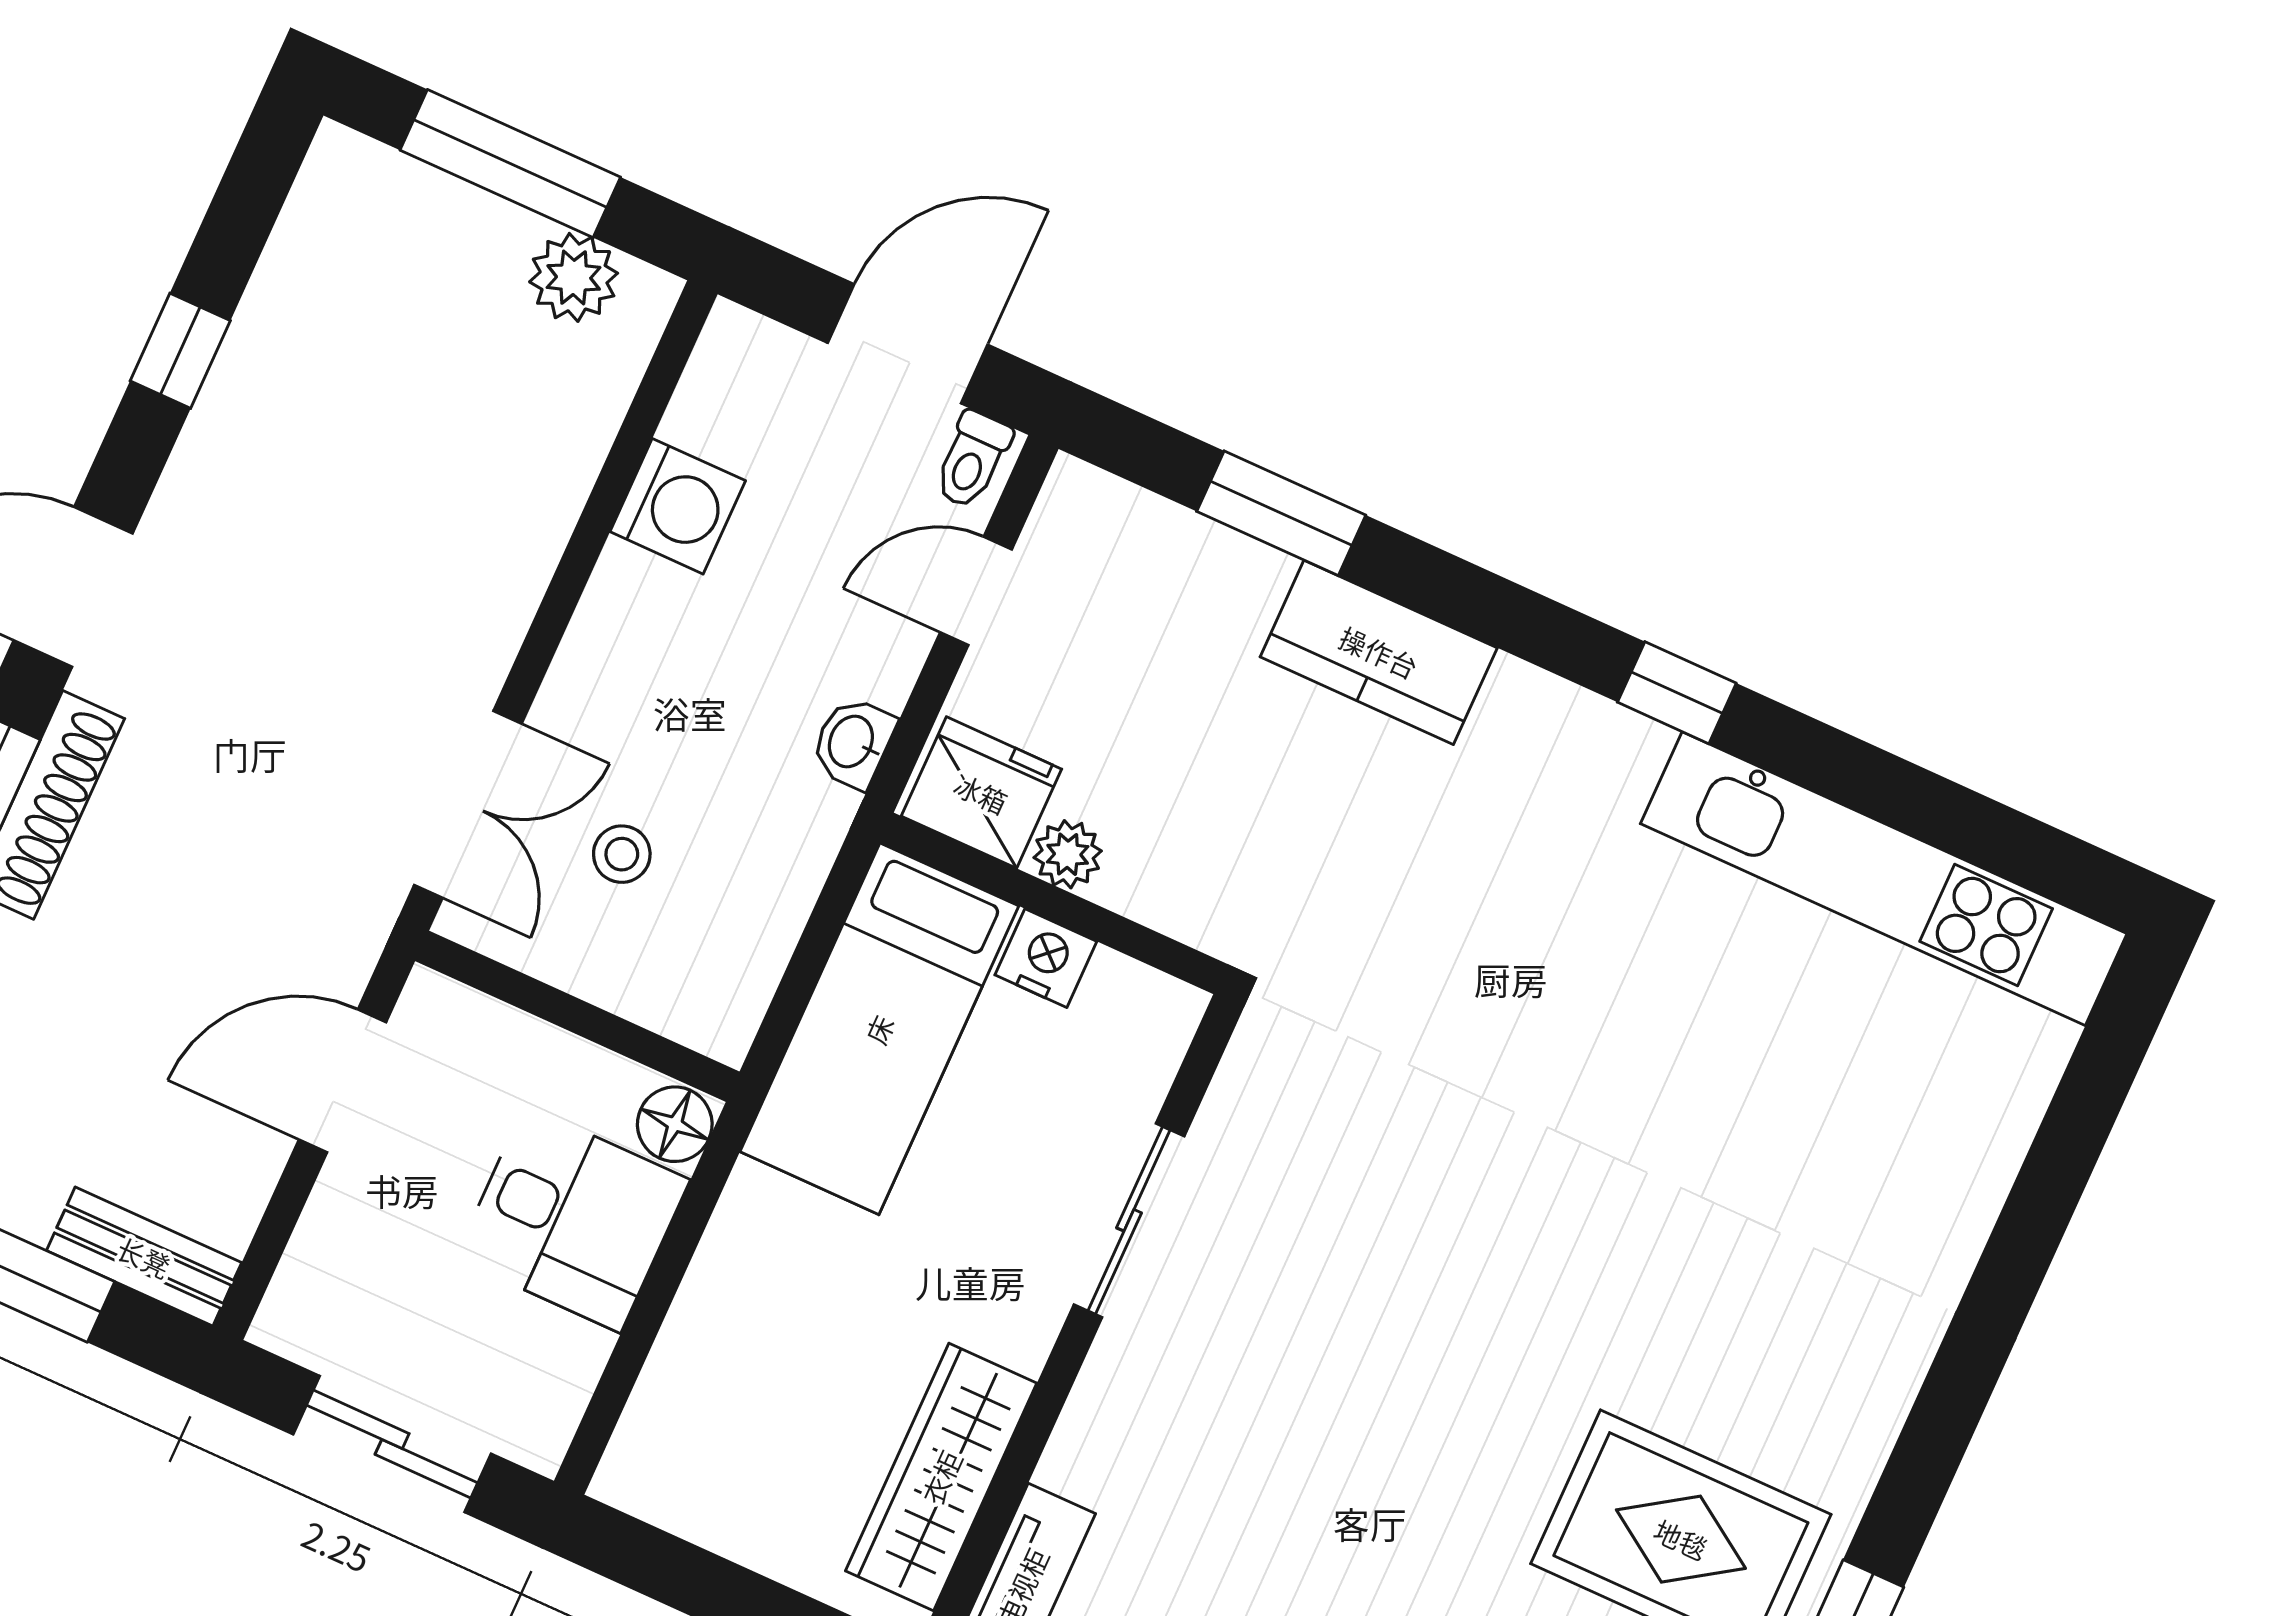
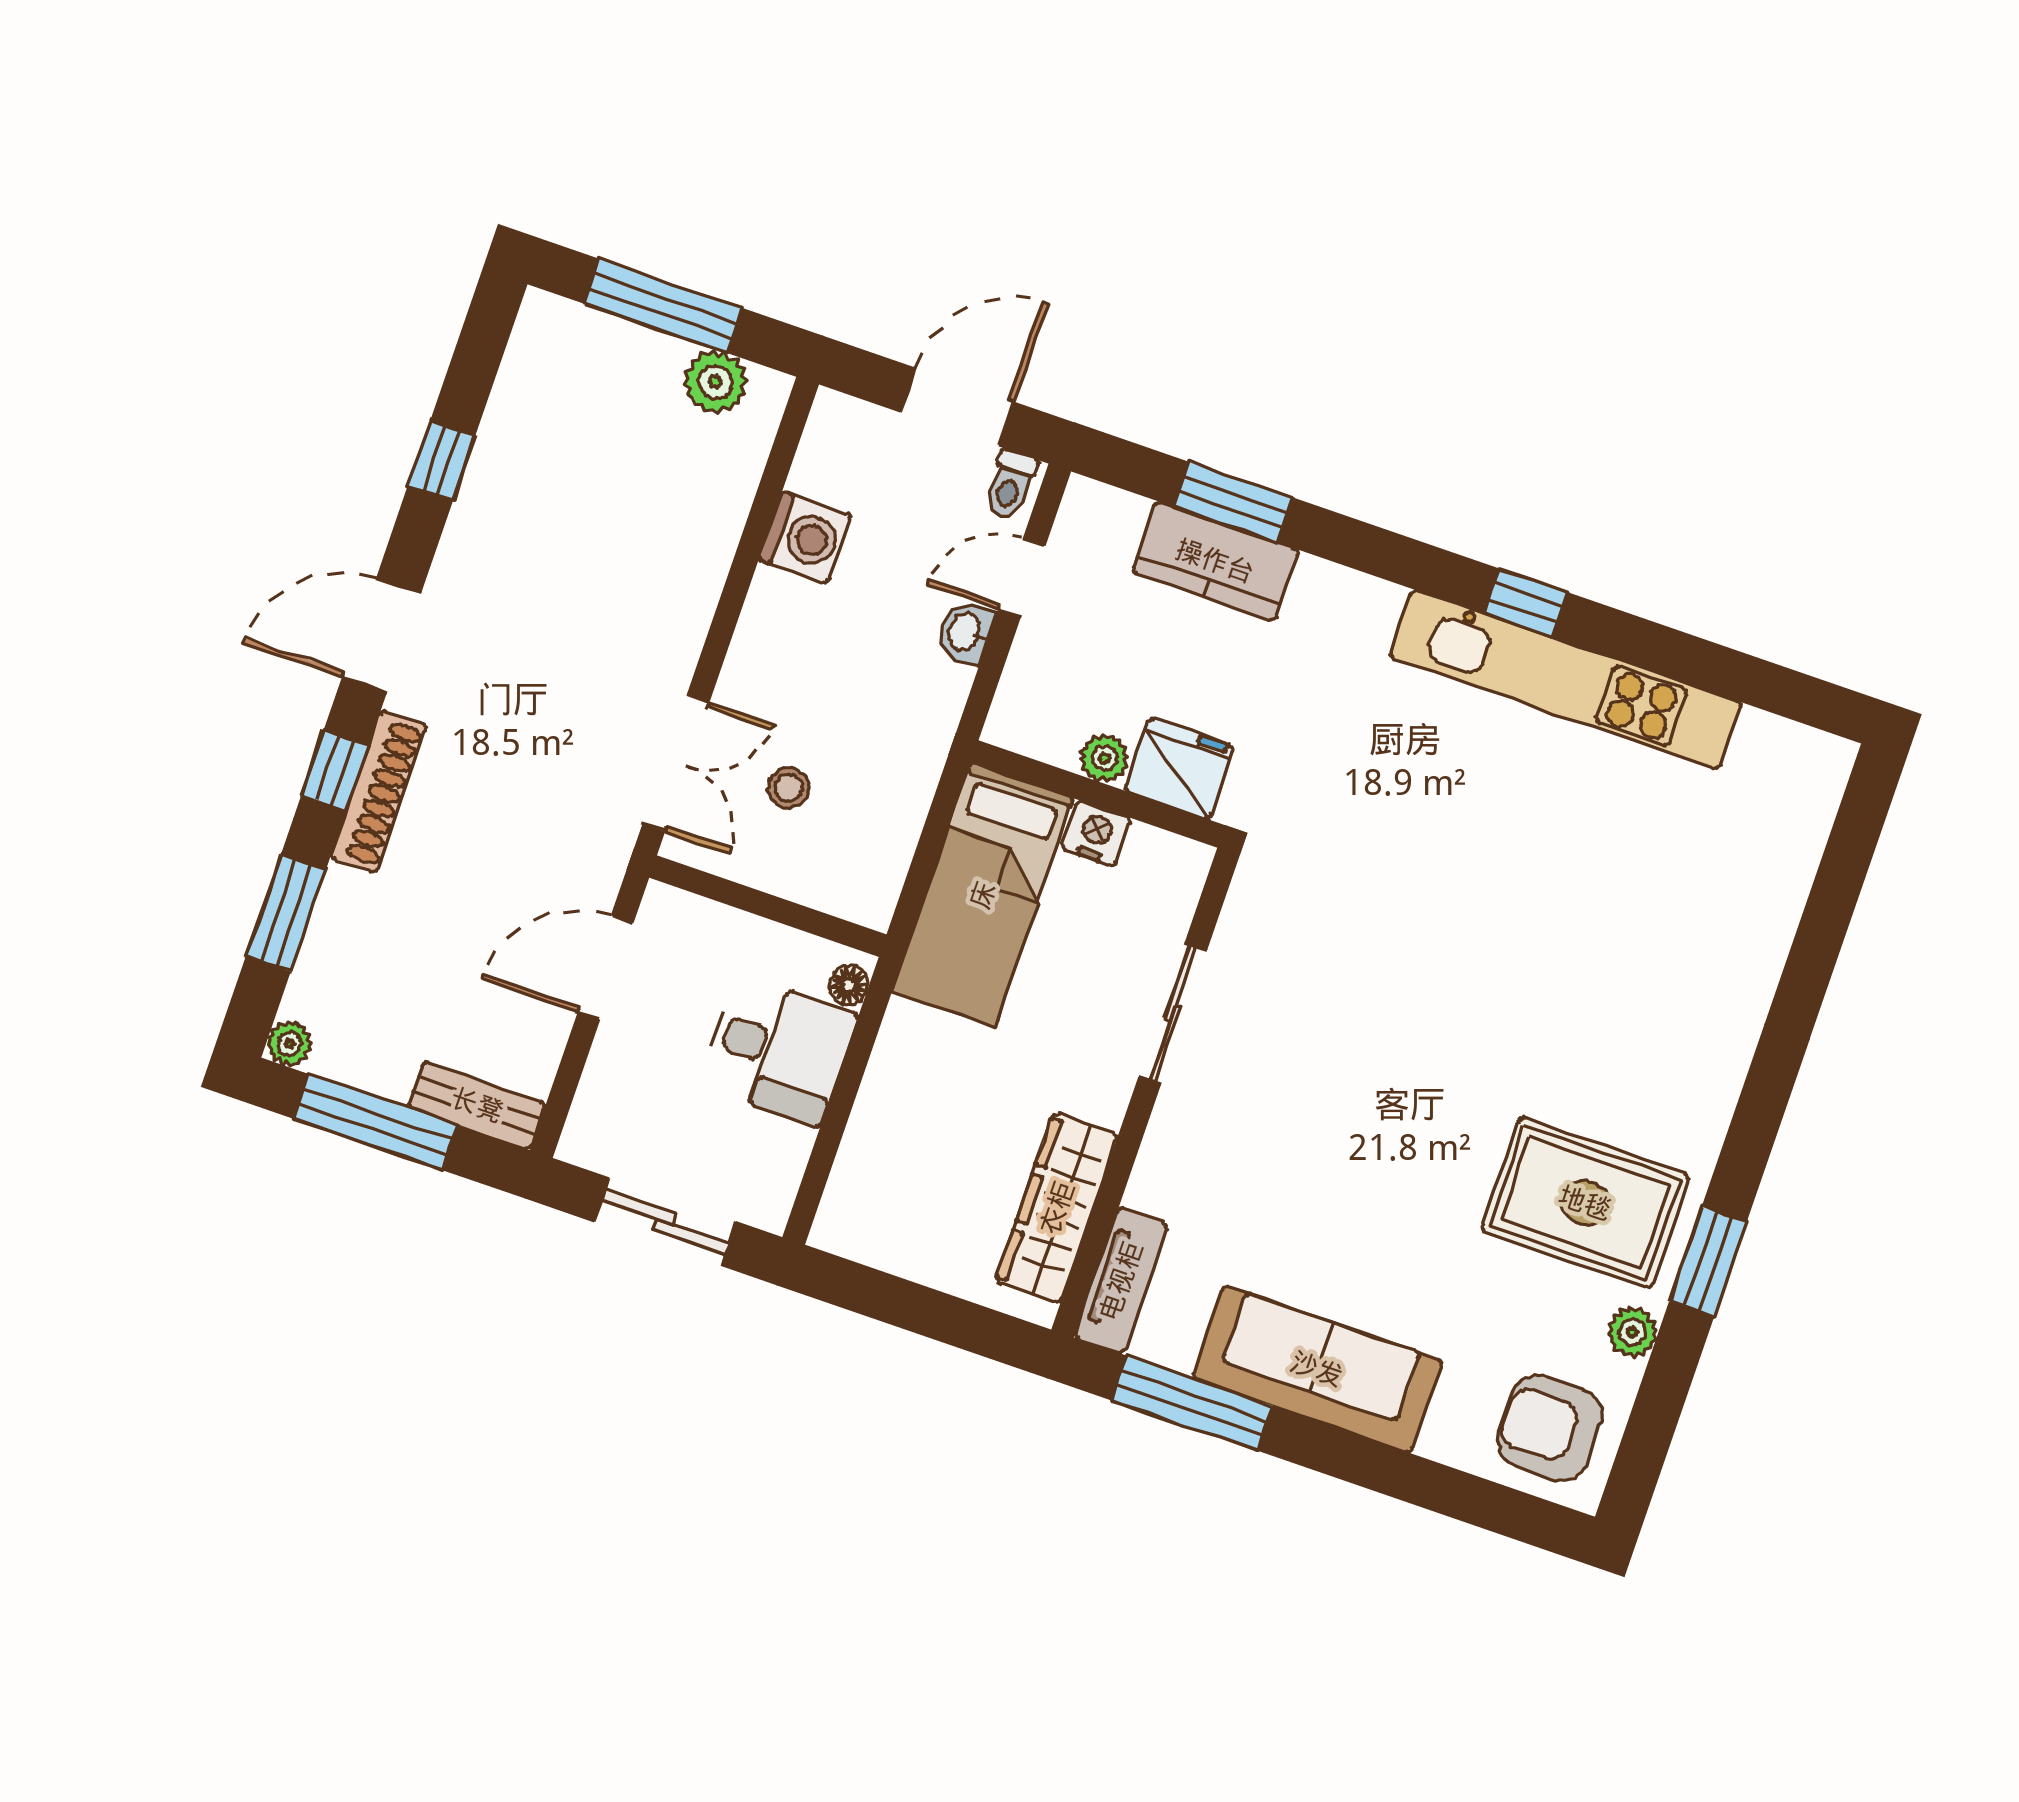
kitchen counter: (1379, 652) -> (1215, 561), moved
washbasin: (853, 742) -> (966, 633), moved
fridge: (981, 793) -> (1179, 768), moved
kitchen unit: (1884, 879) -> (1566, 680), moved
floor lamp: (675, 1124) -> (849, 985), width x0.73, depth x0.73

